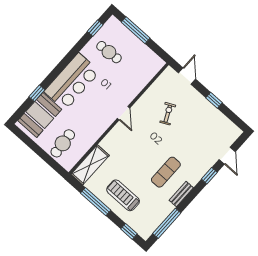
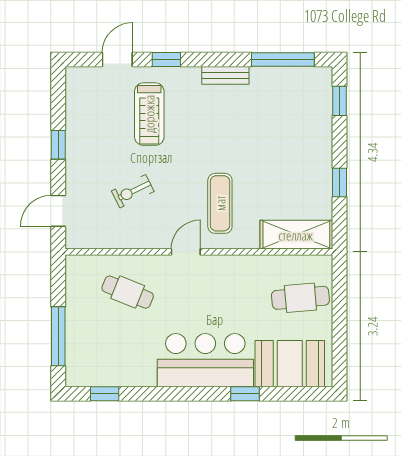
cafe table: (109, 52) -> (128, 292), moved, turned -65
window: (37, 93) -> (245, 394), moved
exercise mat: (166, 172) -> (220, 203), moved, turned 90
treadmill: (123, 195) -> (149, 114), moved
window: (96, 202) -> (340, 183), width x0.46

